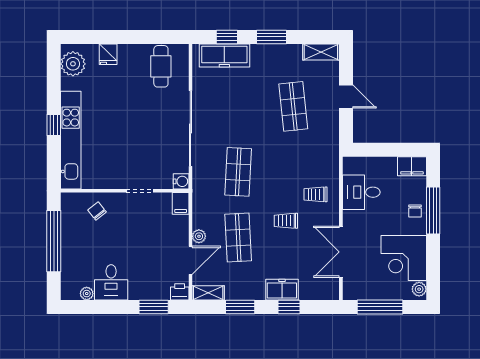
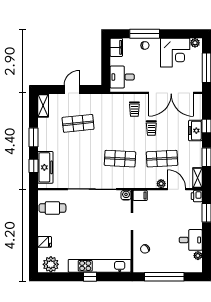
desk: (361, 192) -> (122, 77), moved, turned 90
double door: (341, 252) -> (171, 93), width x1.36

